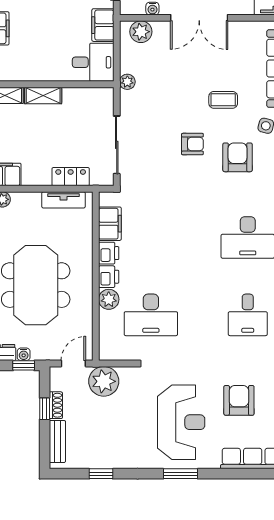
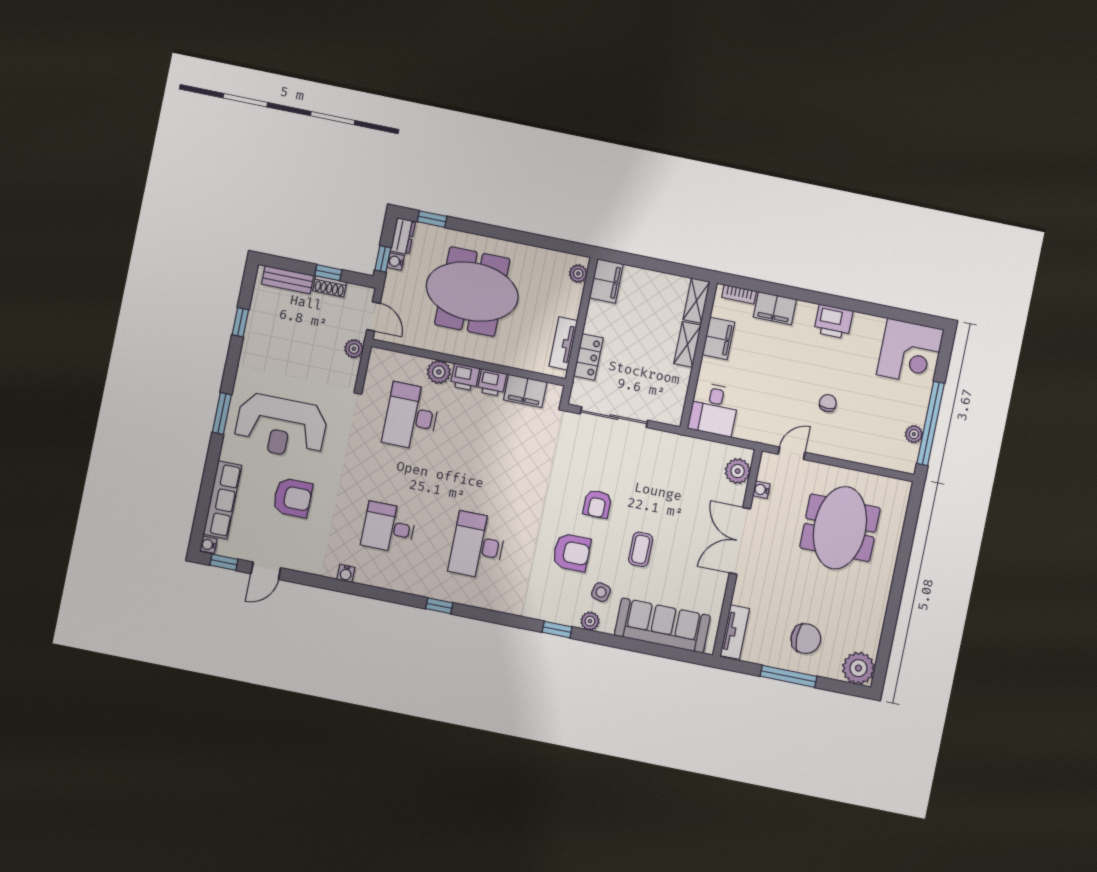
filing cabinet: (103, 25) -> (718, 338), moved, turned 90
plant: (127, 82) -> (684, 444), removed
plant: (104, 381) -> (354, 349), width x0.53, depth x0.53

